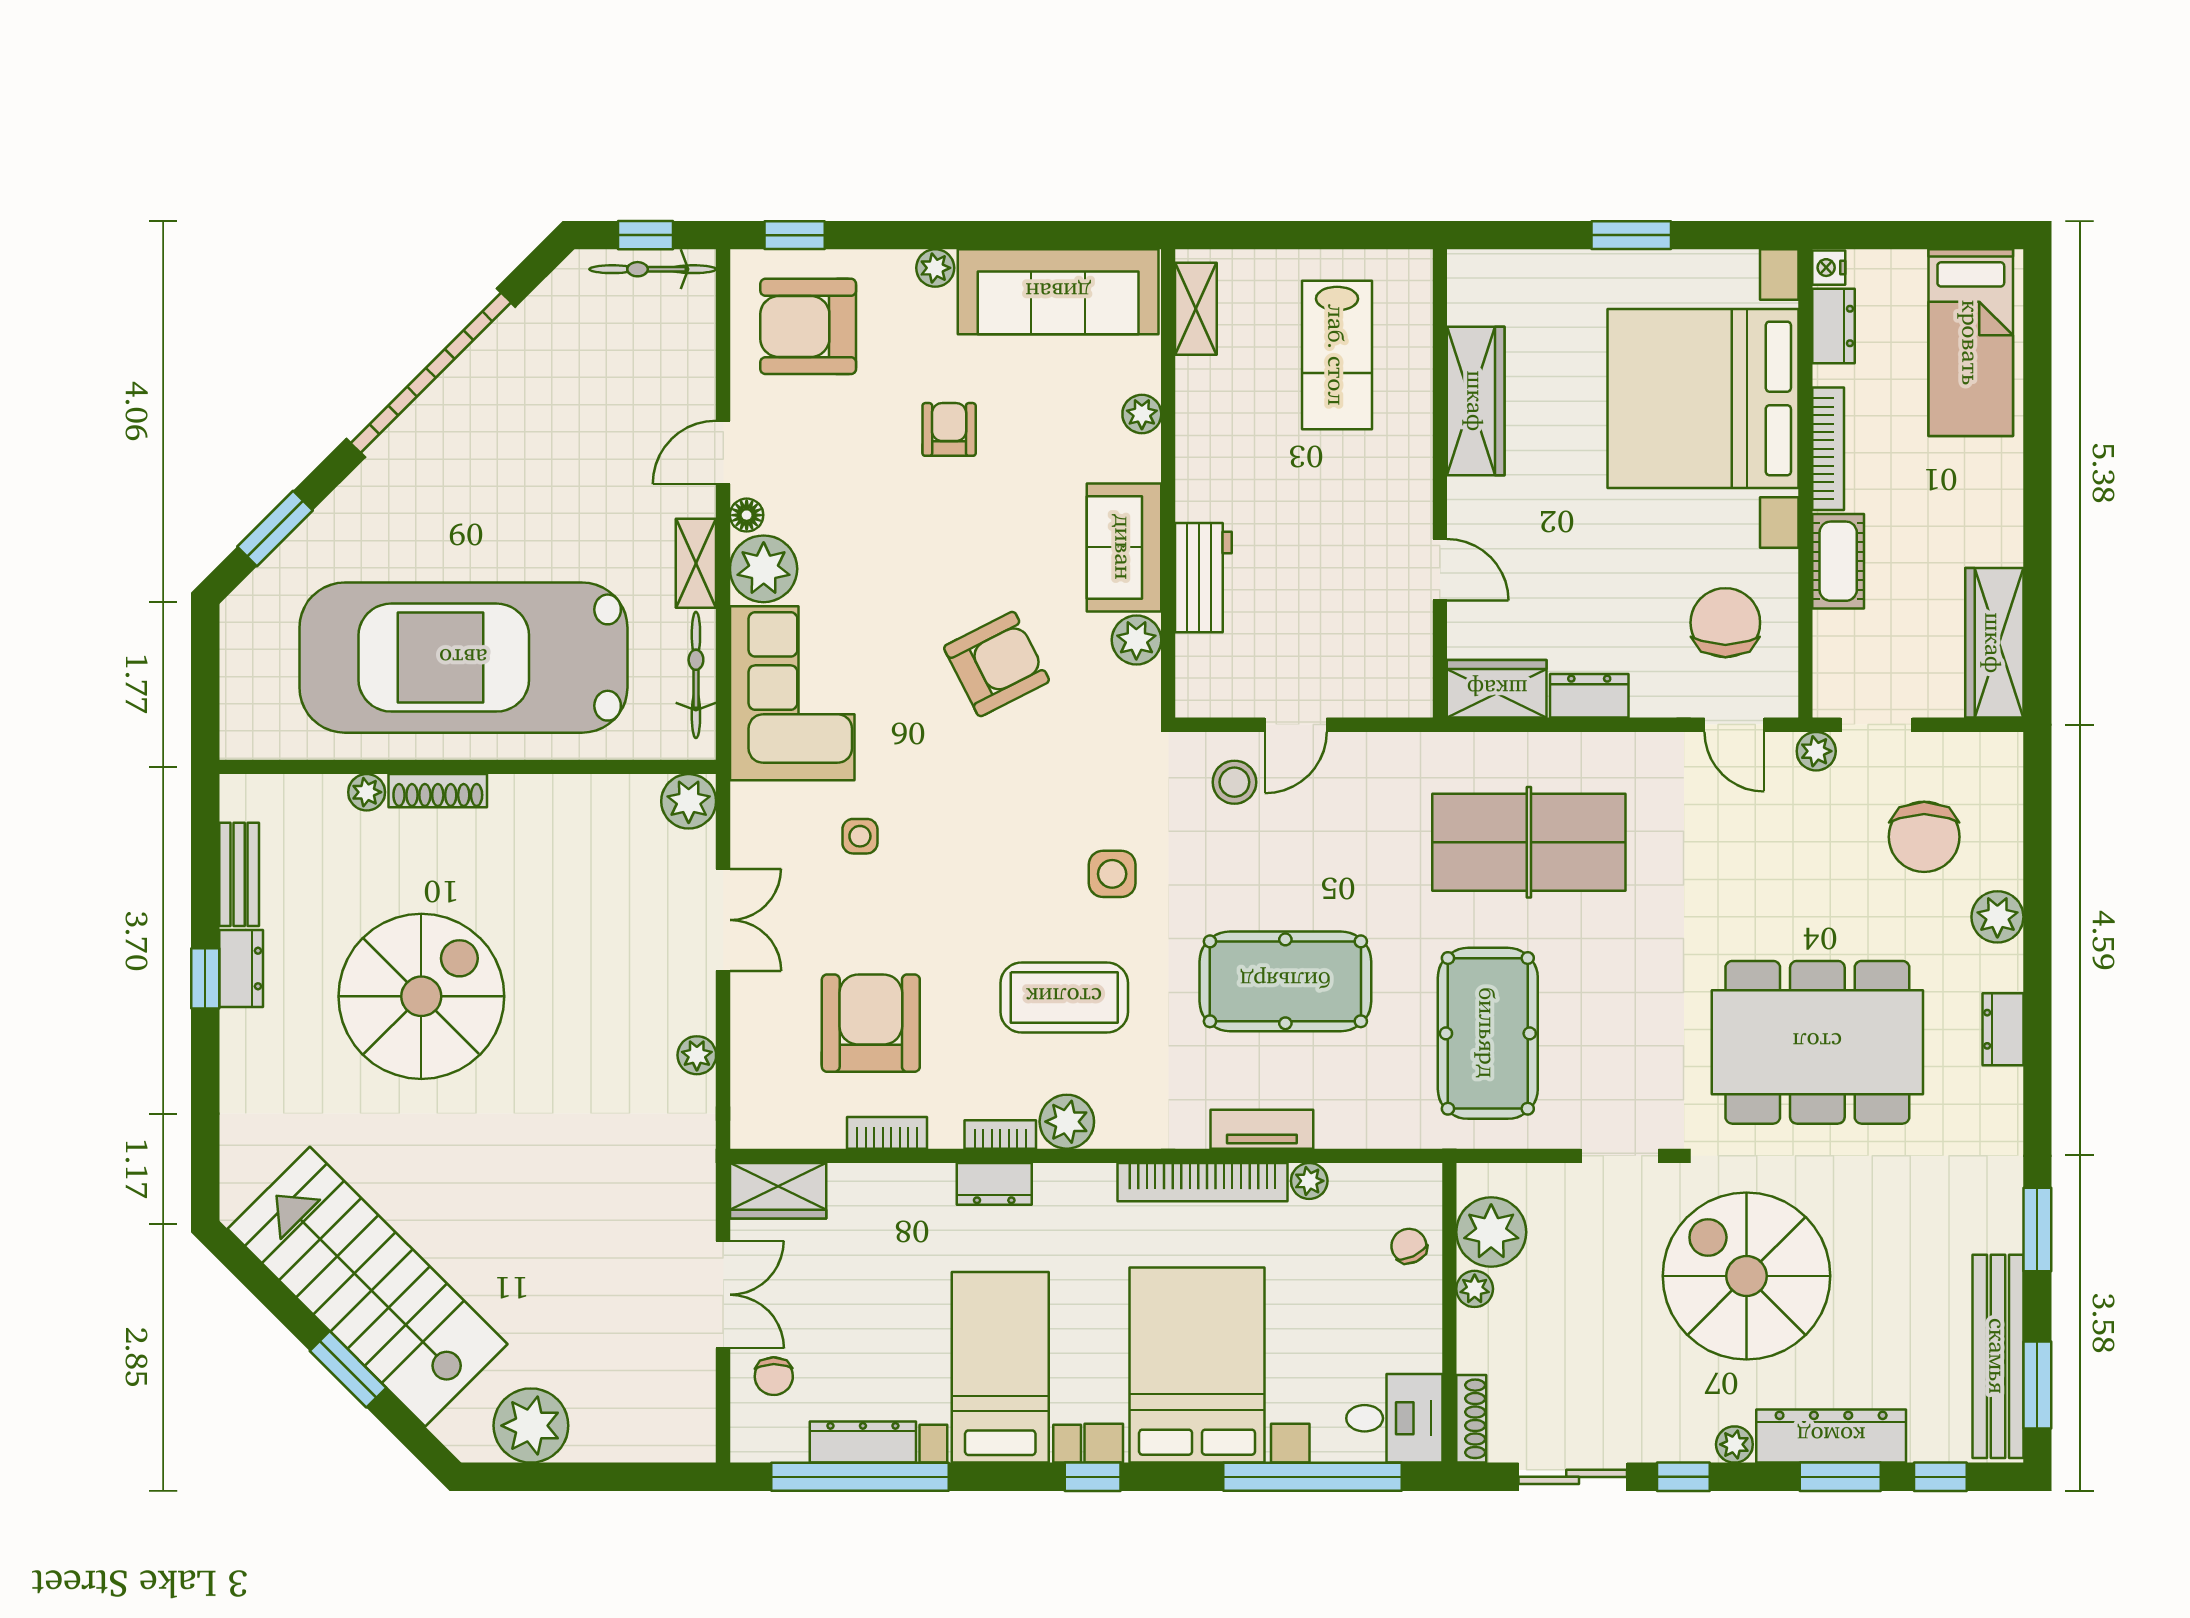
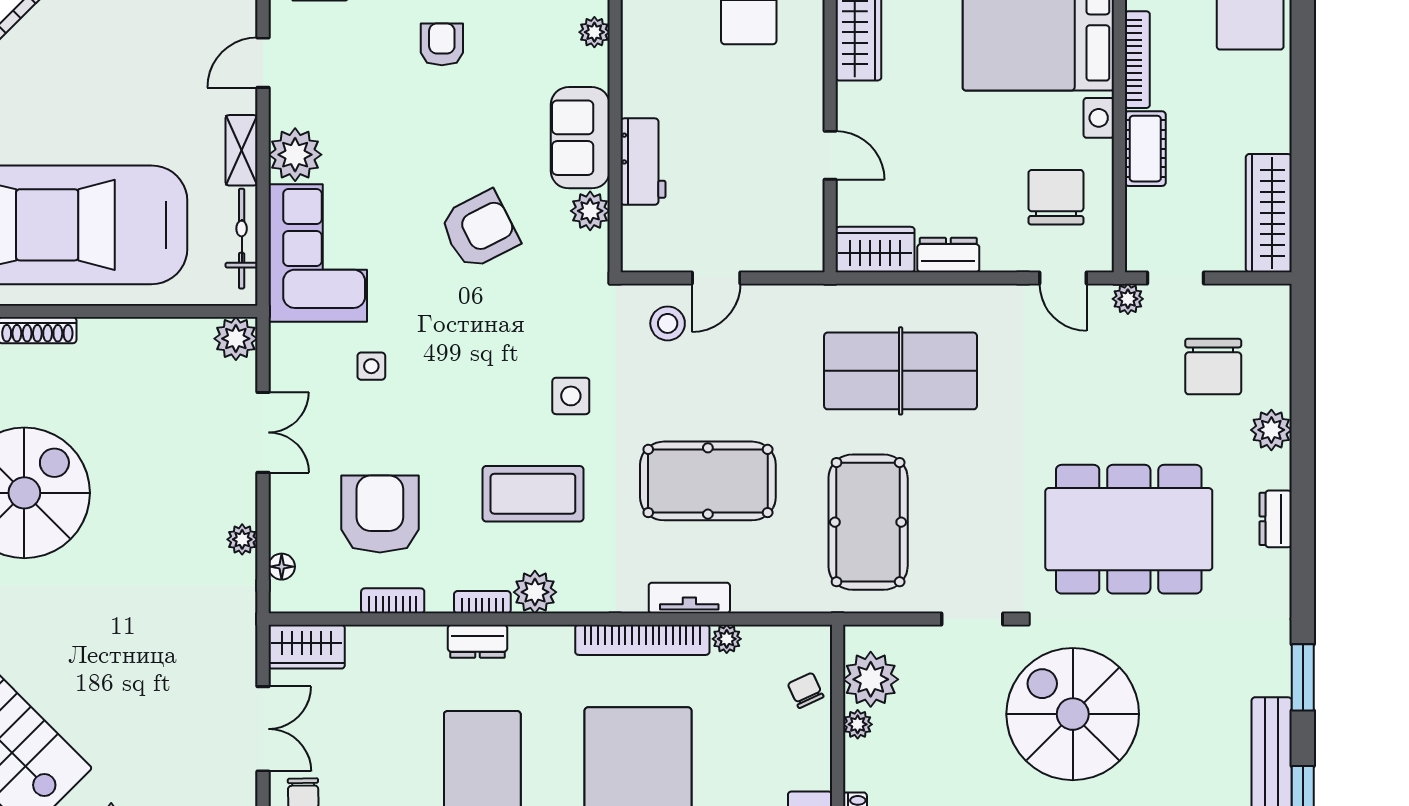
floor lamp: (747, 515) -> (282, 567), moved

